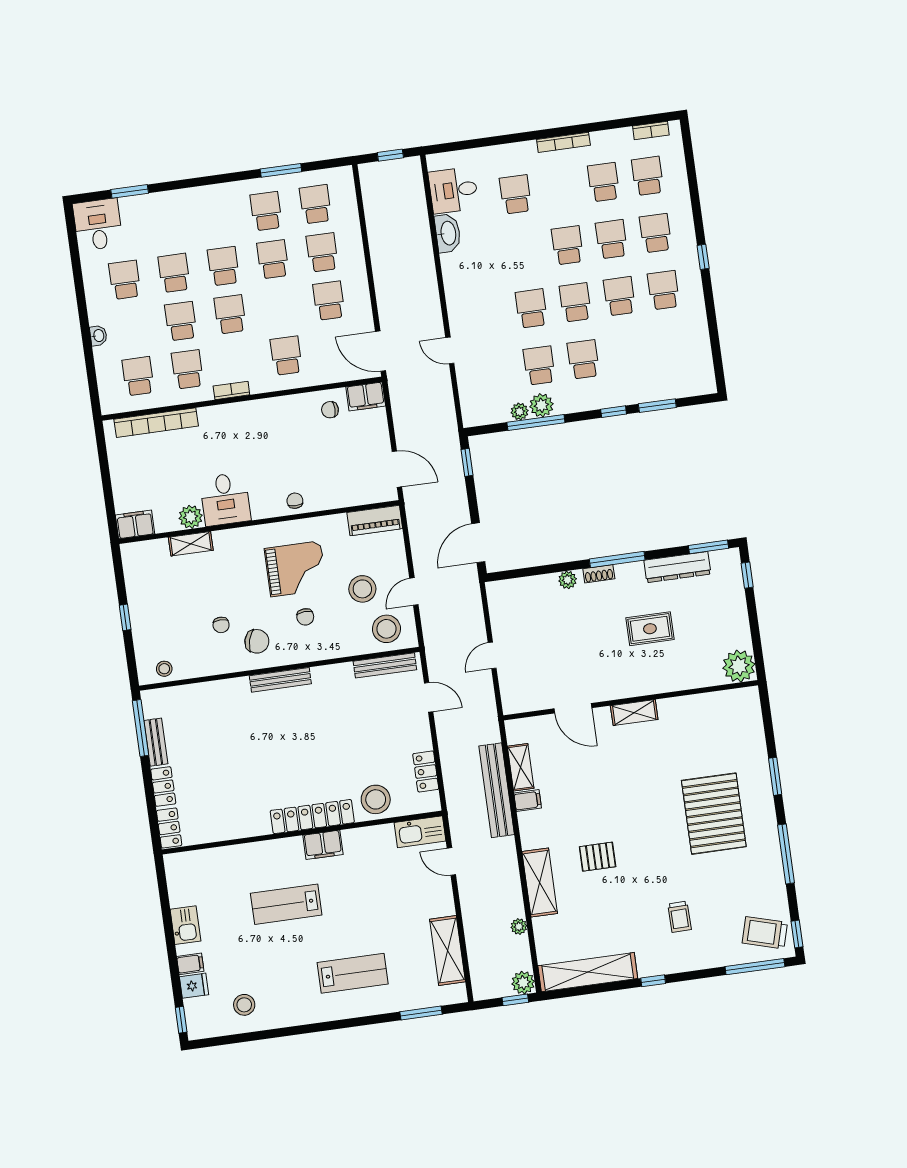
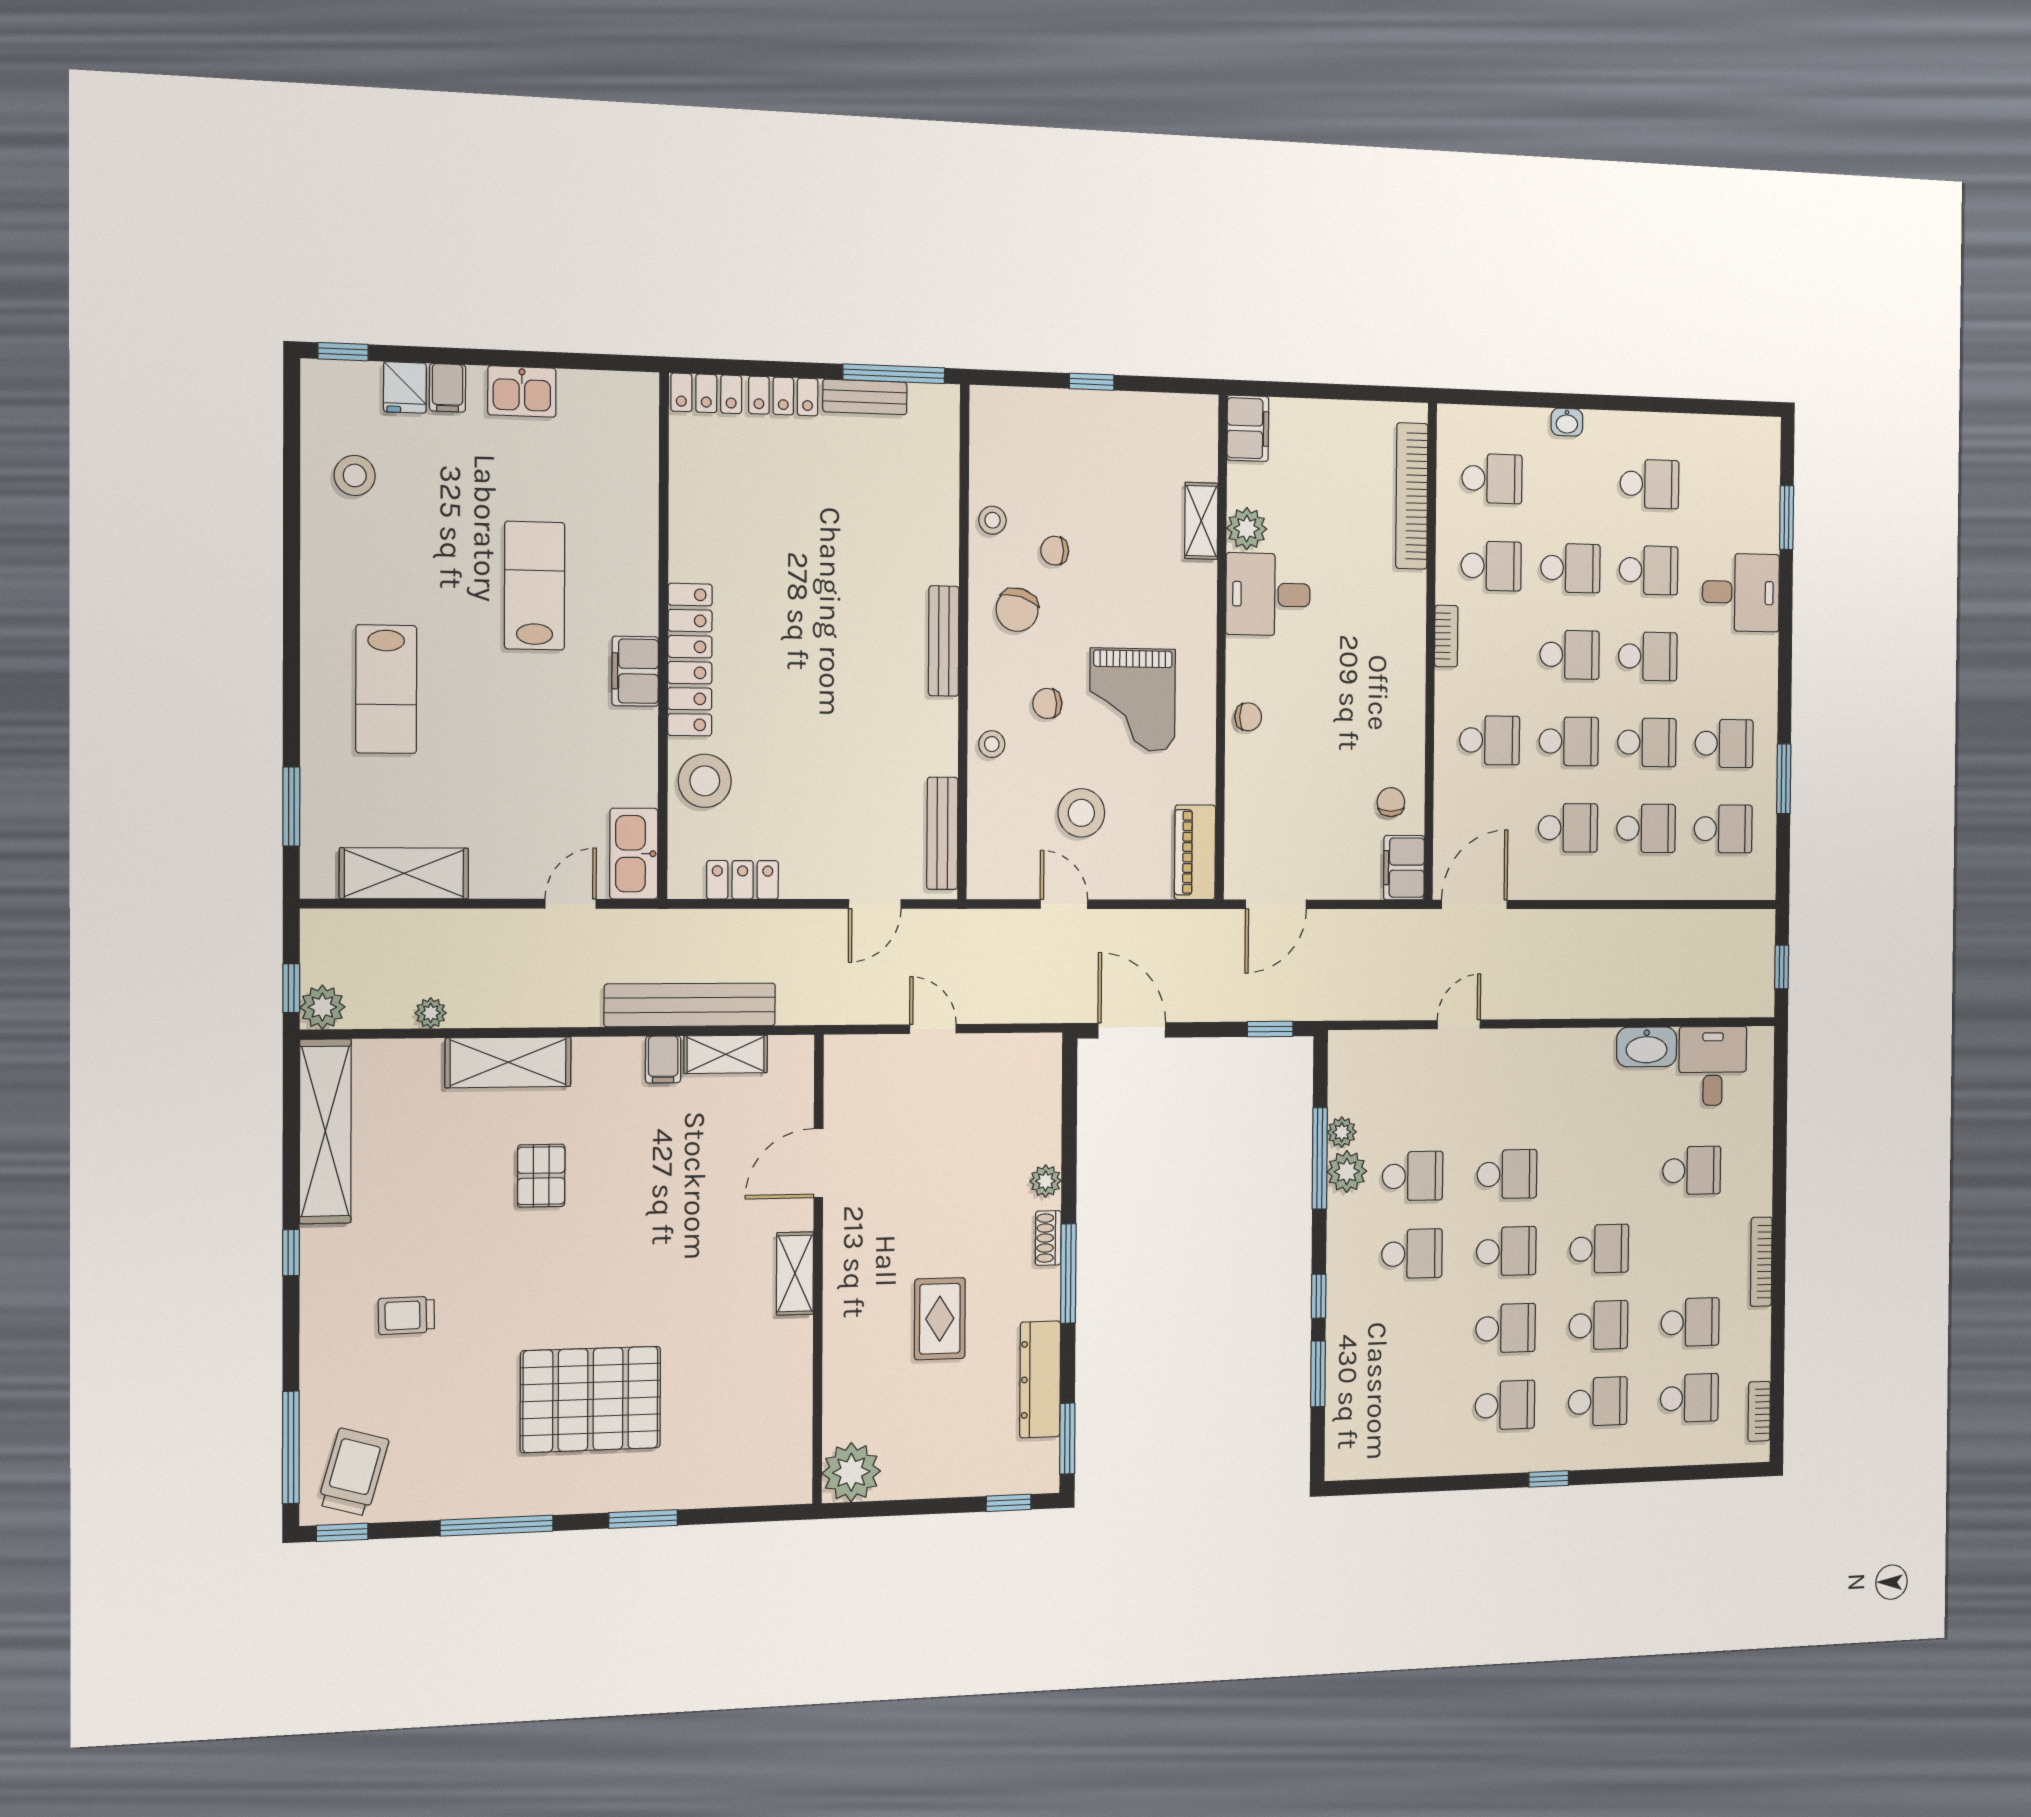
desk: (98, 225) -> (1741, 592), moved
school desk: (280, 307) -> (1569, 741), added
stool: (386, 629) -> (992, 744), moved, width x0.53, depth x0.53
stool: (164, 669) -> (992, 520), moved

